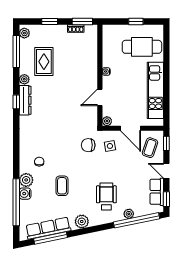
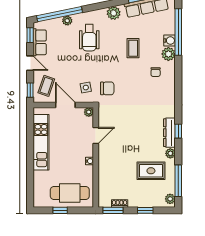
cafe table: (142, 47) -> (70, 193), moved
rug: (44, 62) -> (151, 171), turned 90

